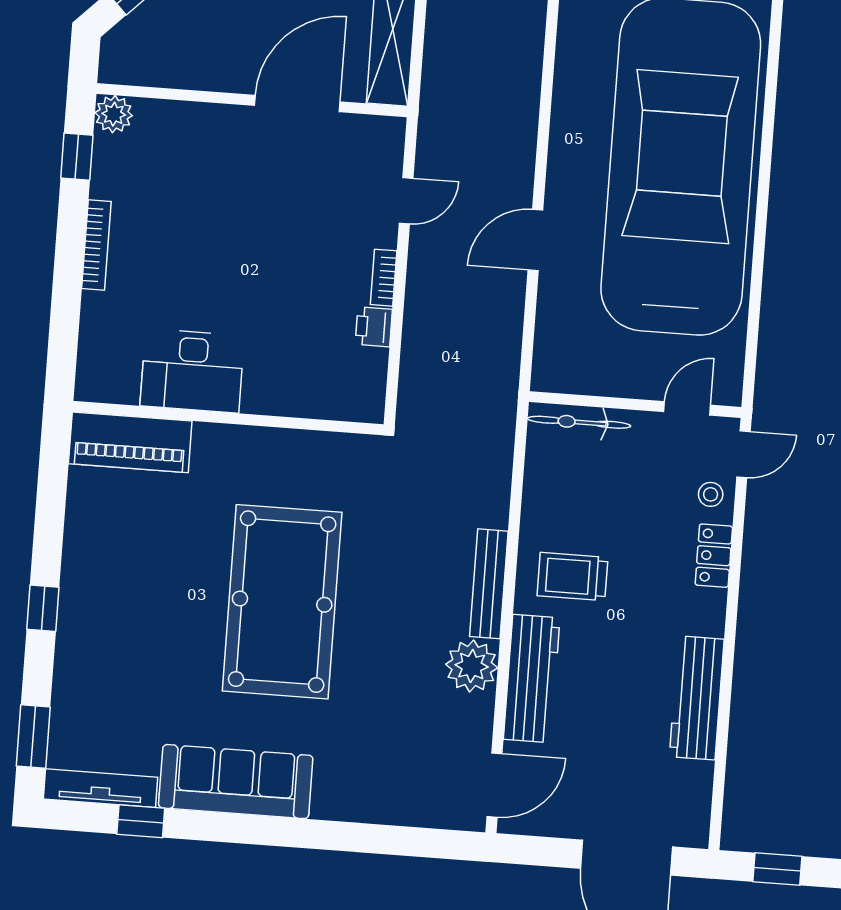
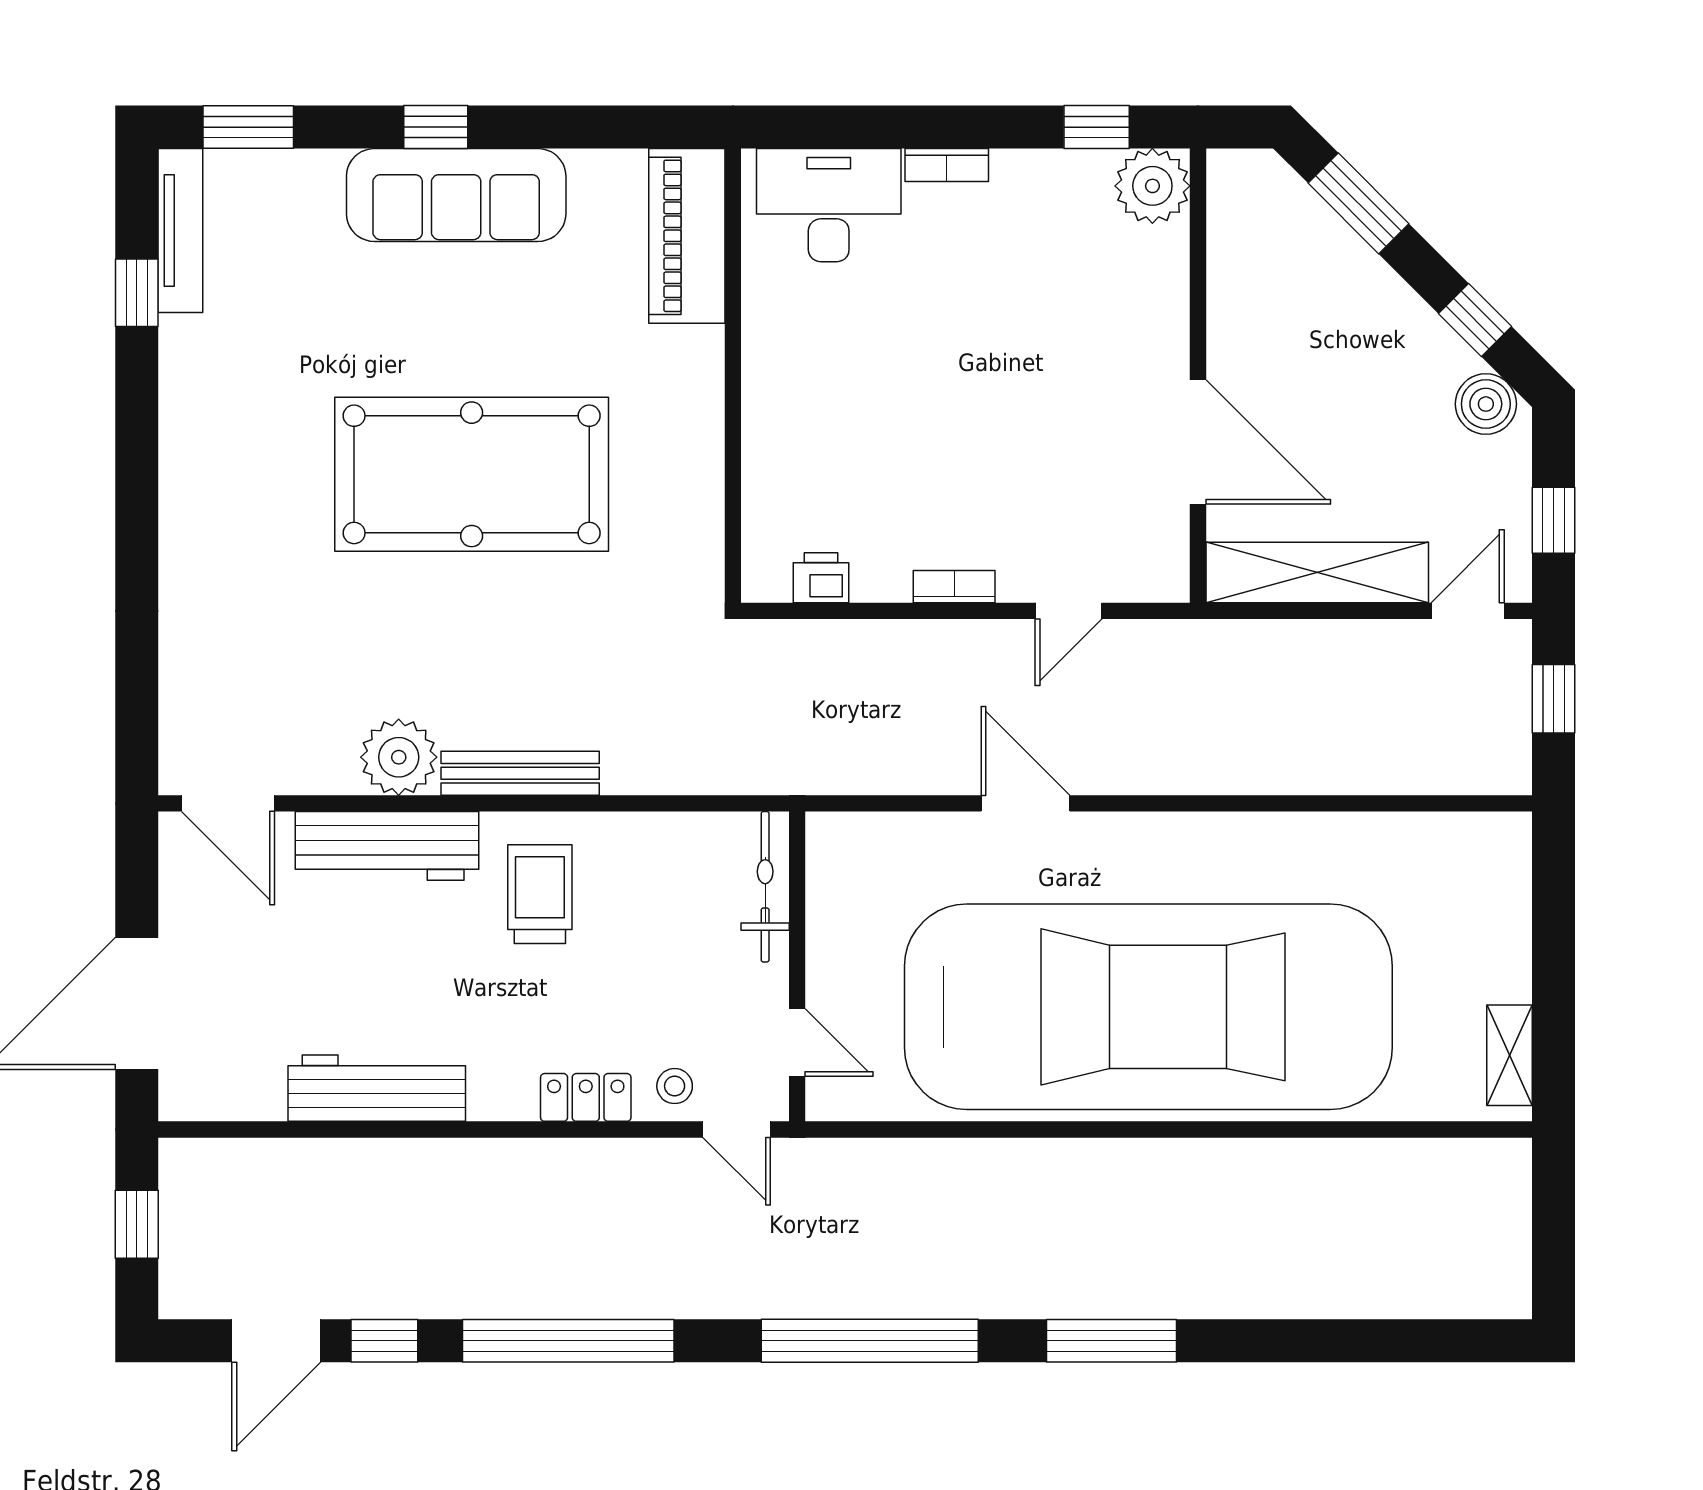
plant: (114, 114) -> (1152, 186), width x1.36, depth x1.36
door: (406, 201) -> (1069, 611), hinge flipped
bookcase: (96, 245) -> (947, 165), width x0.64
printer: (374, 327) -> (821, 578), moved
desk: (192, 371) -> (829, 205), moved, turned 90
sofa: (236, 782) -> (456, 195), moved, turned 90

